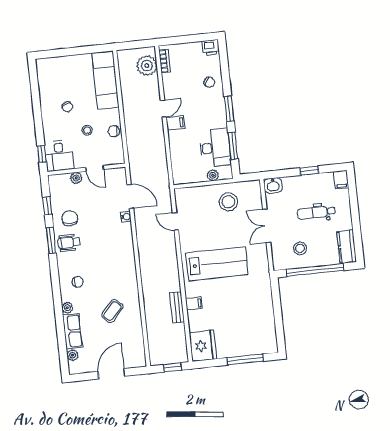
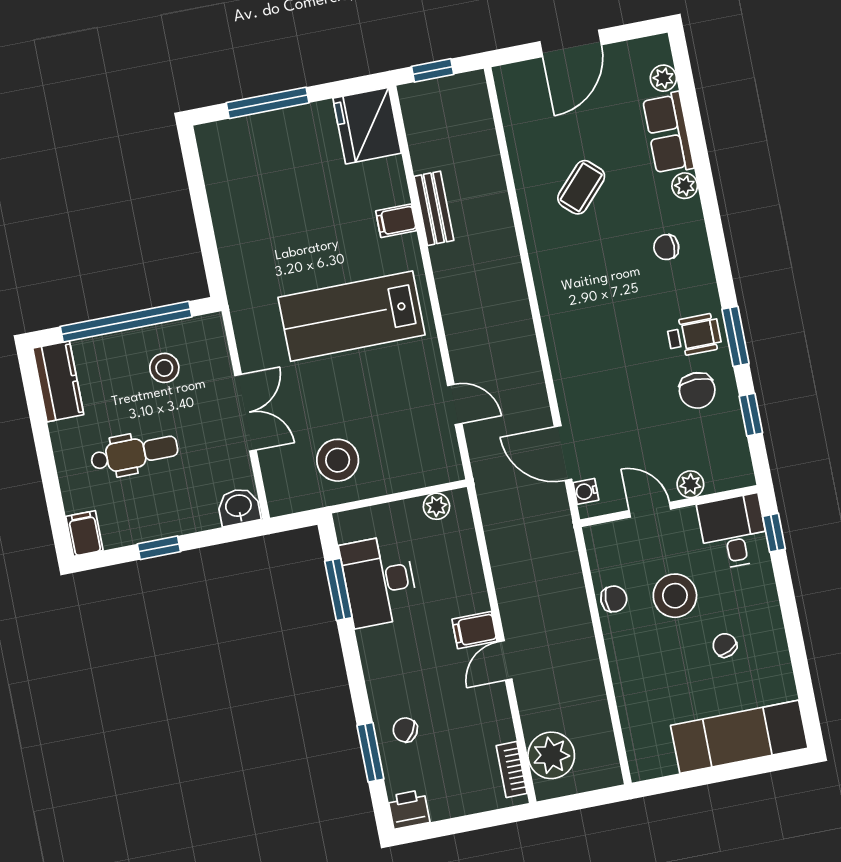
exam couch: (105, 80) -> (739, 737), moved, turned -90
window: (229, 109) -> (370, 752), moved
stool: (87, 130) -> (675, 596), width x1.89, depth x1.89
plant: (213, 175) -> (436, 506), moved
water cooler: (126, 217) -> (586, 491), moved

